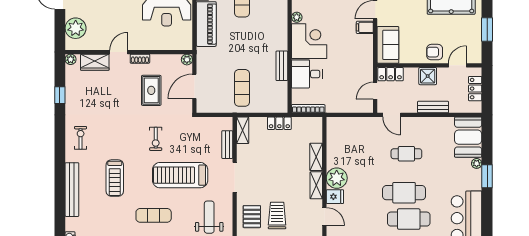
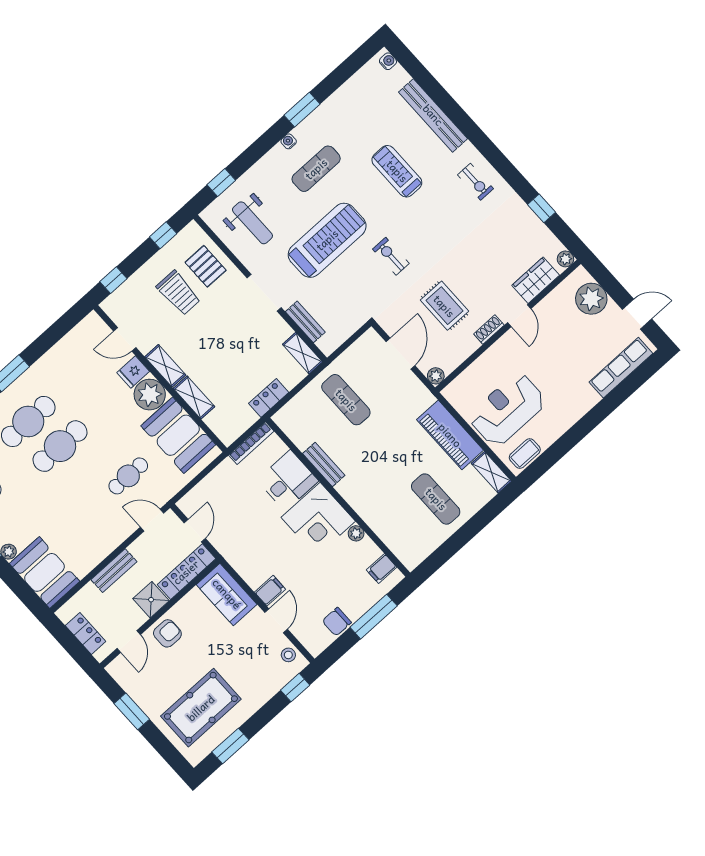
locker: (391, 74) -> (186, 572), width x1.53
booth: (341, 145) -> (178, 435), added
cafe table: (406, 154) -> (128, 476), moved

